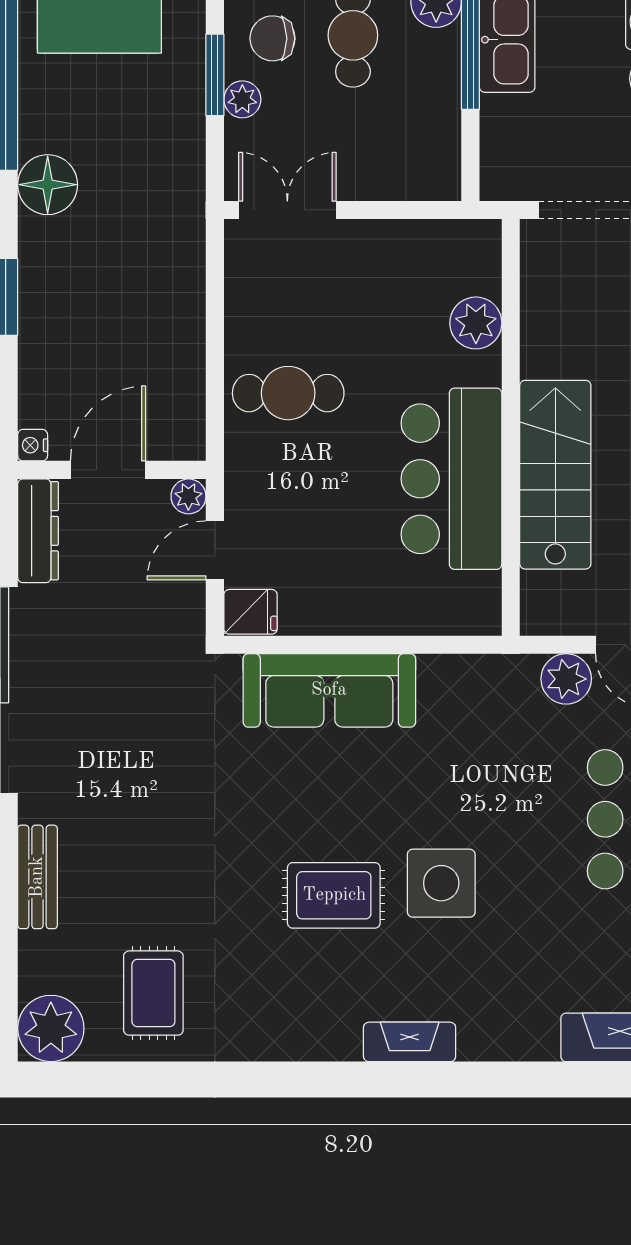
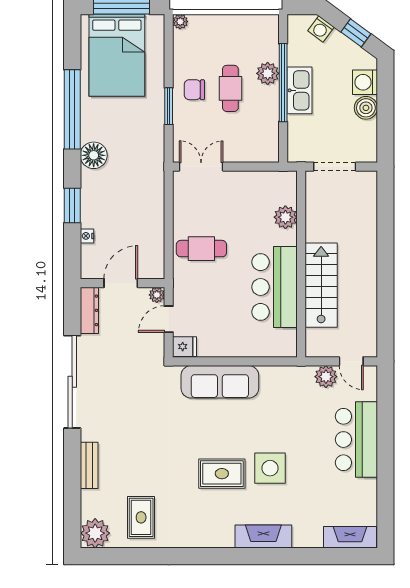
plant: (242, 99) -> (181, 117), removed
nightstand: (33, 445) -> (87, 236), moved
fireplace: (410, 1042) -> (263, 536), width x1.37, depth x1.32

